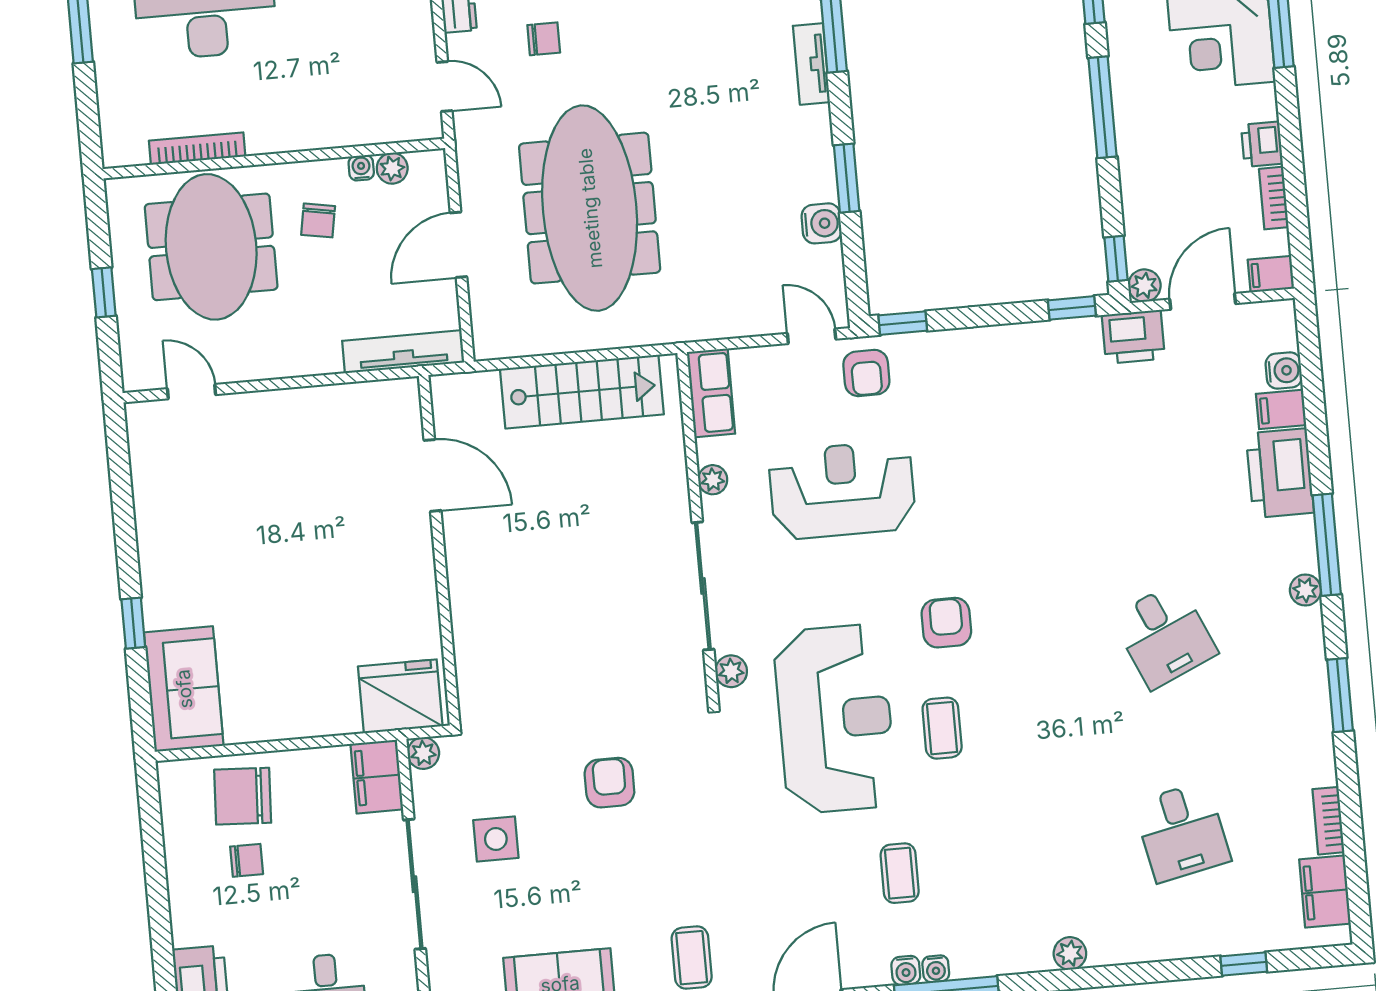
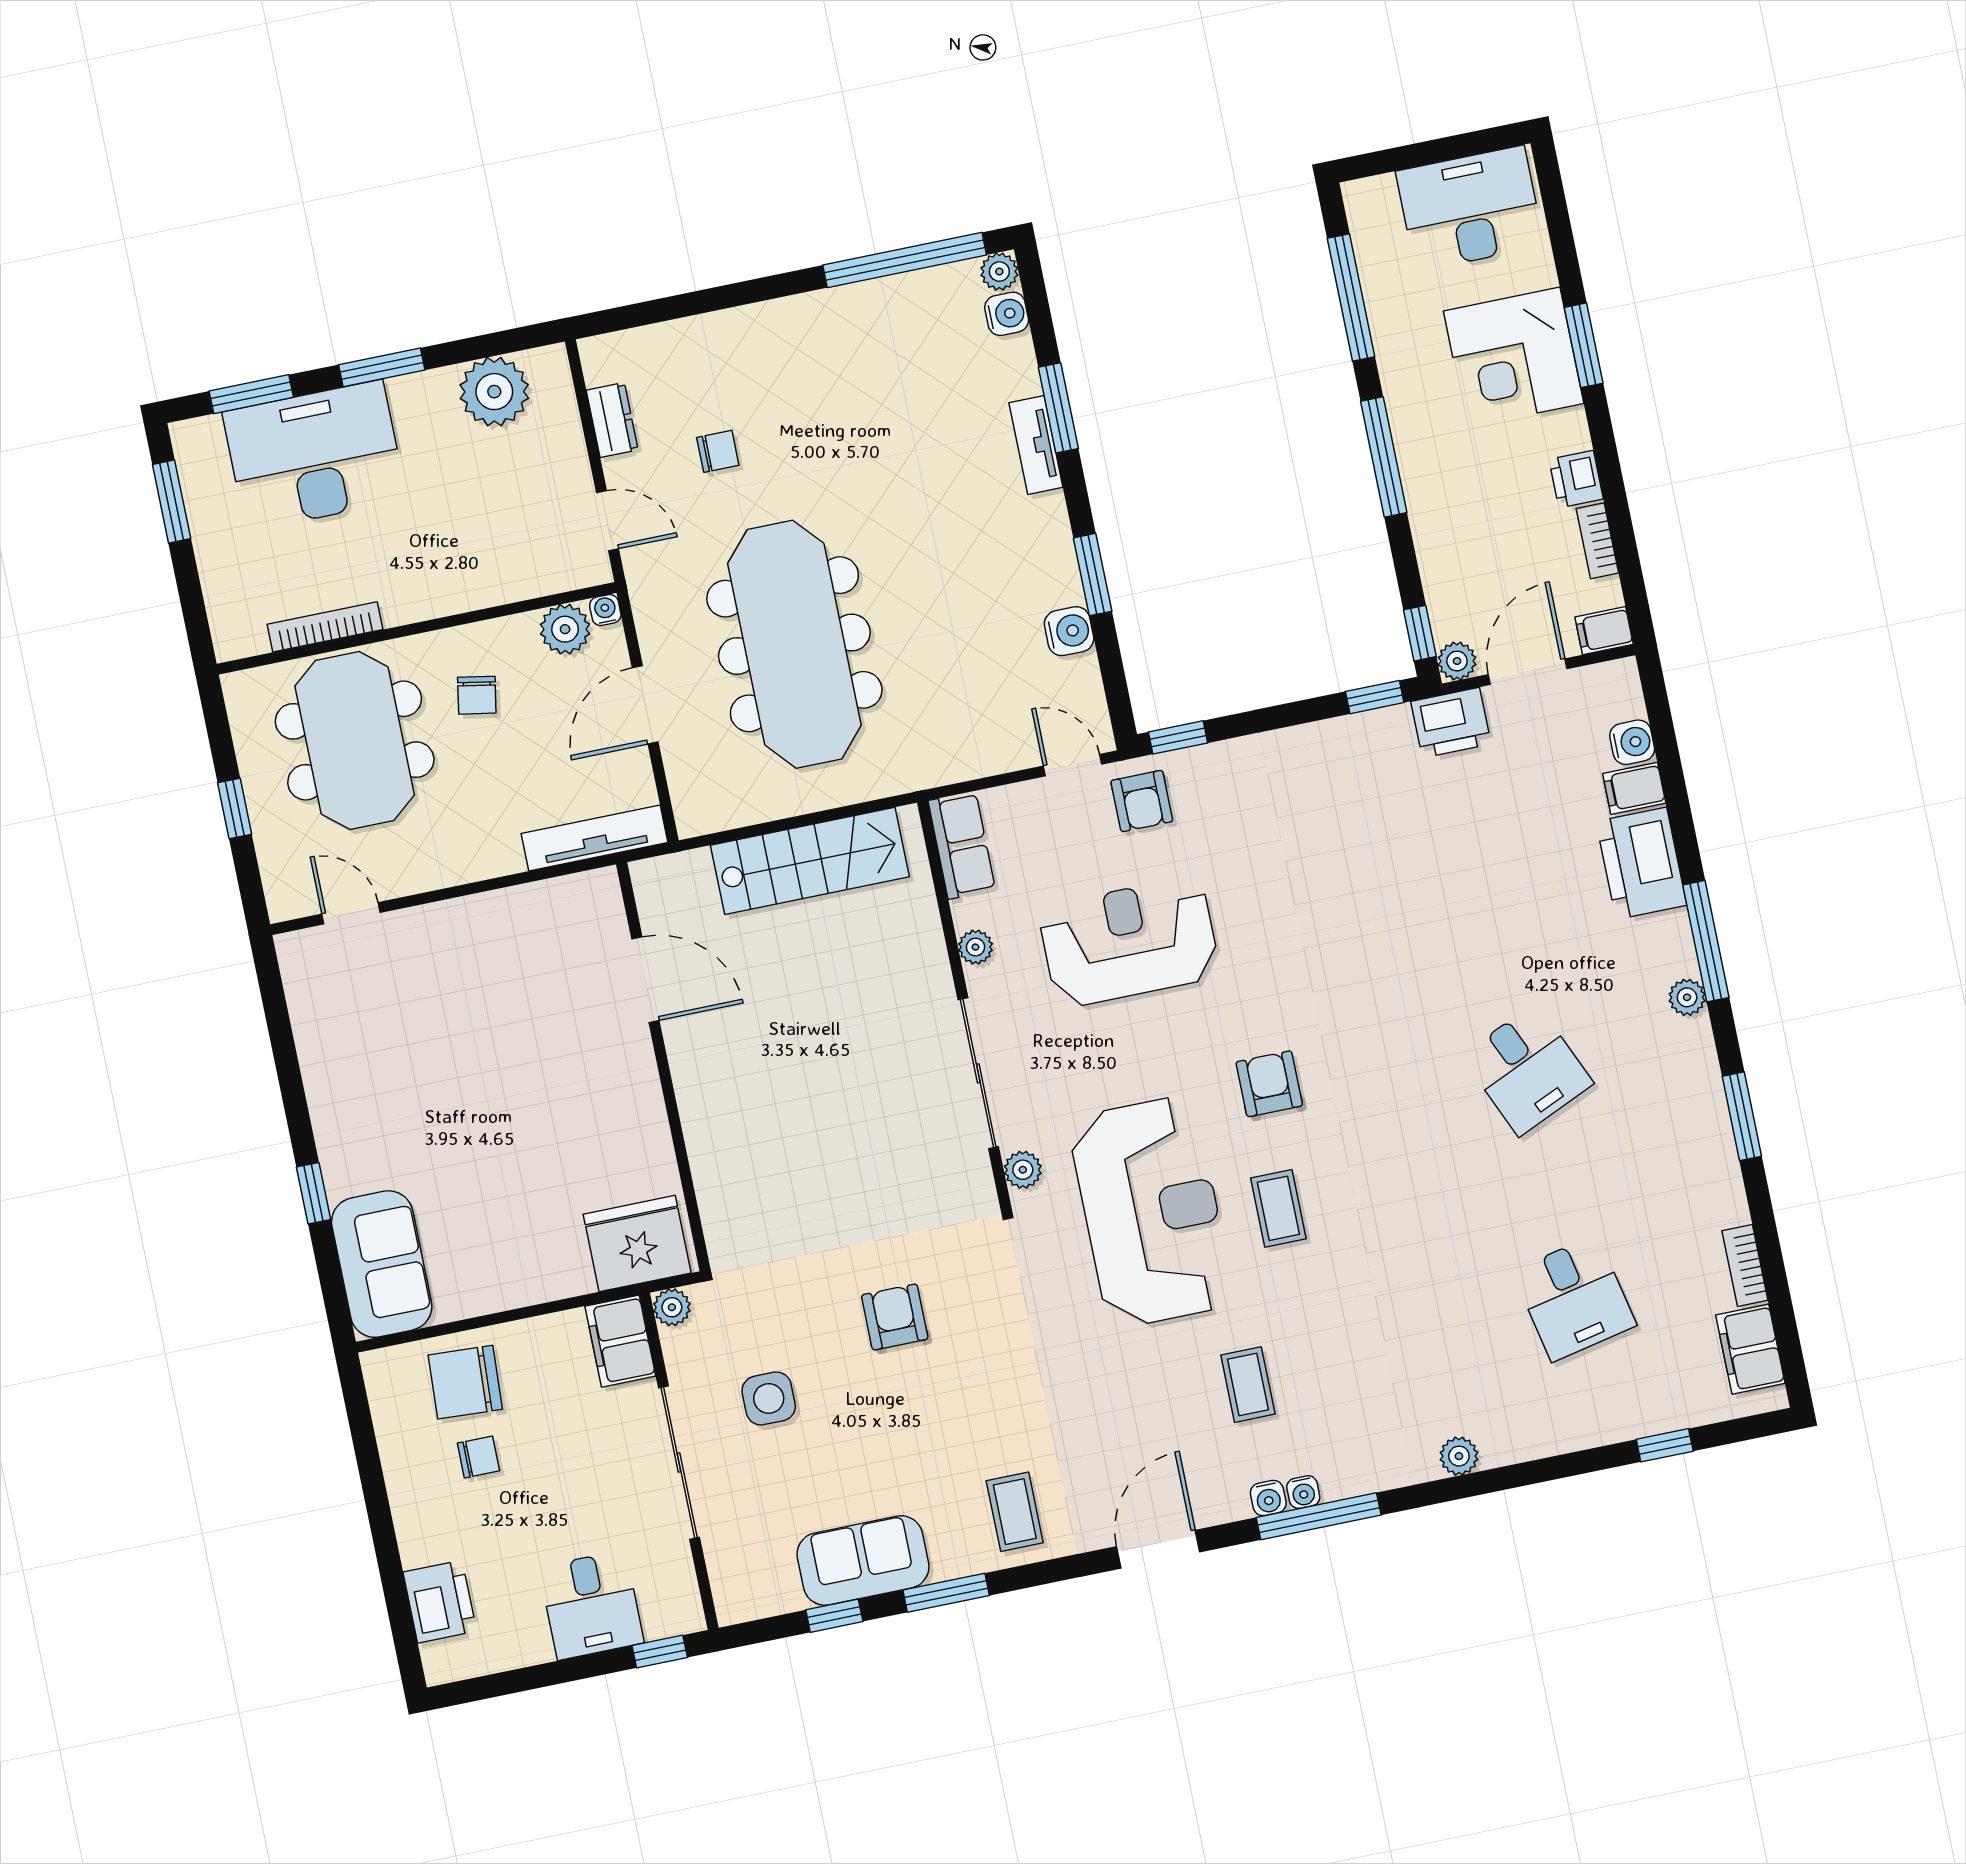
water cooler: (361, 168) -> (605, 610), moved
plant: (392, 168) -> (565, 629), width x1.38, depth x1.38

